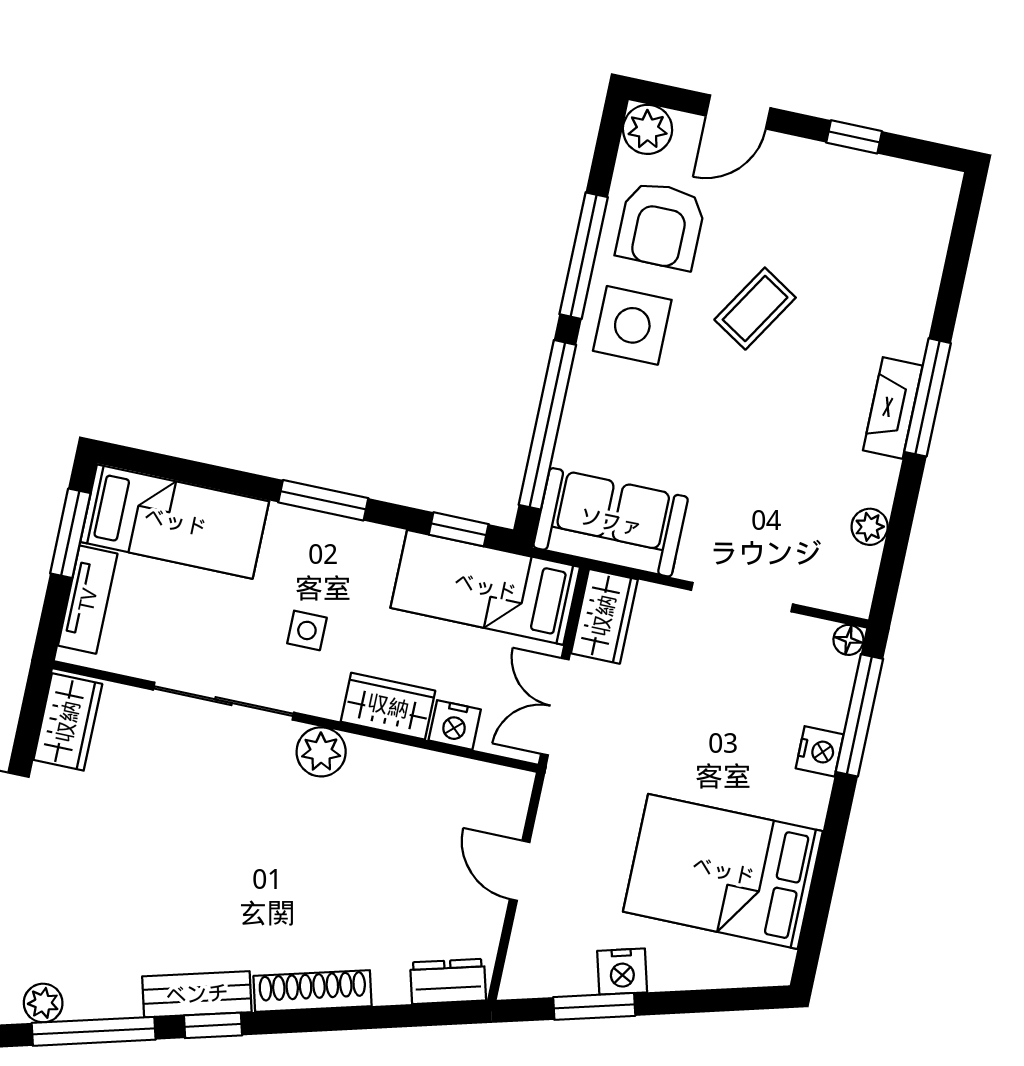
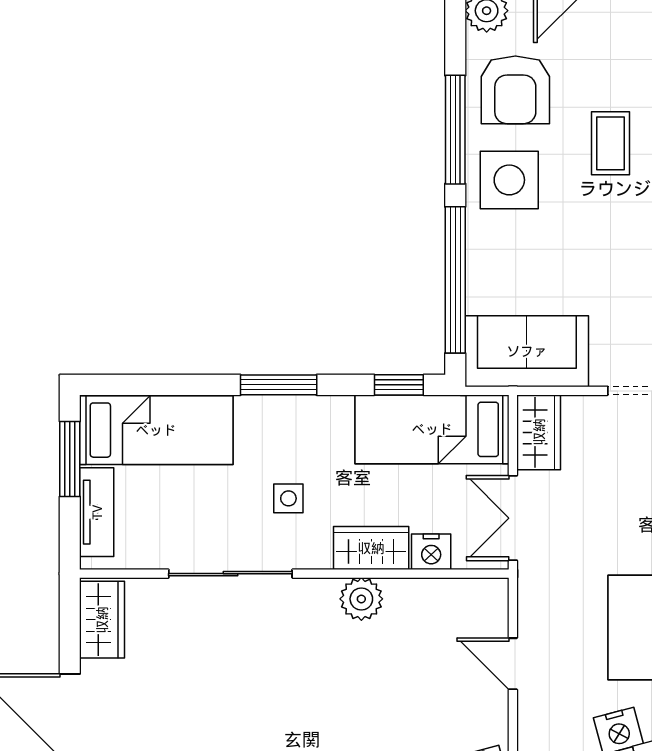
coffee table: (755, 309) -> (611, 143), turned -32
plant: (321, 752) -> (361, 599), moved

